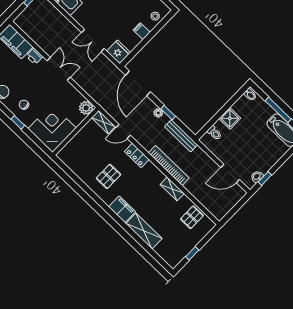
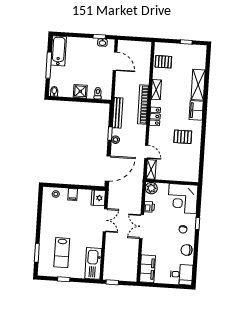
printer: (35, 56) -> (149, 207), moved
locker: (137, 155) -> (155, 116), moved

